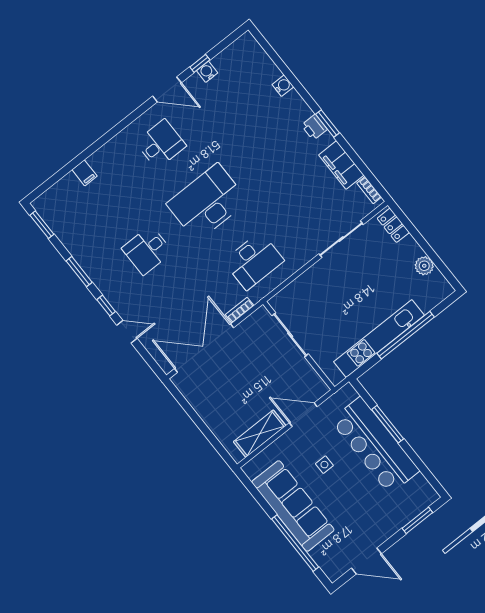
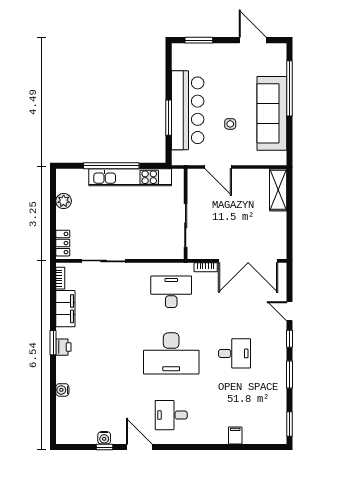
shelving: (260, 434) -> (278, 190), moved, turned 90

